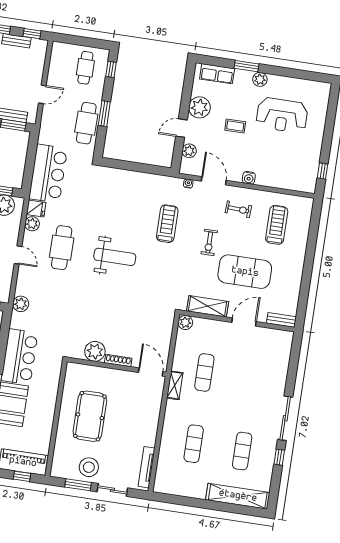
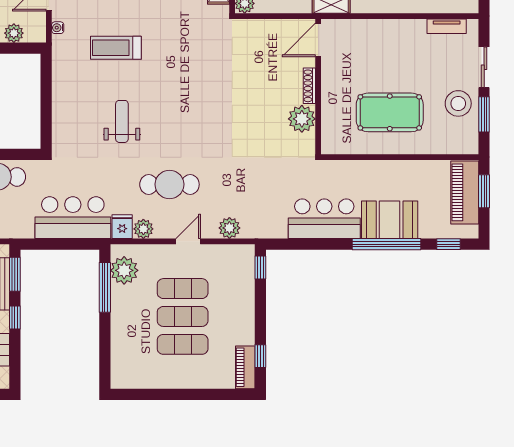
weight bench: (115, 257) -> (122, 121), moved, width x0.73, depth x0.75
plant: (21, 304) -> (229, 228), moved
tv unit: (146, 467) -> (447, 26), width x0.71
window: (22, 476) -> (484, 191), width x1.50

